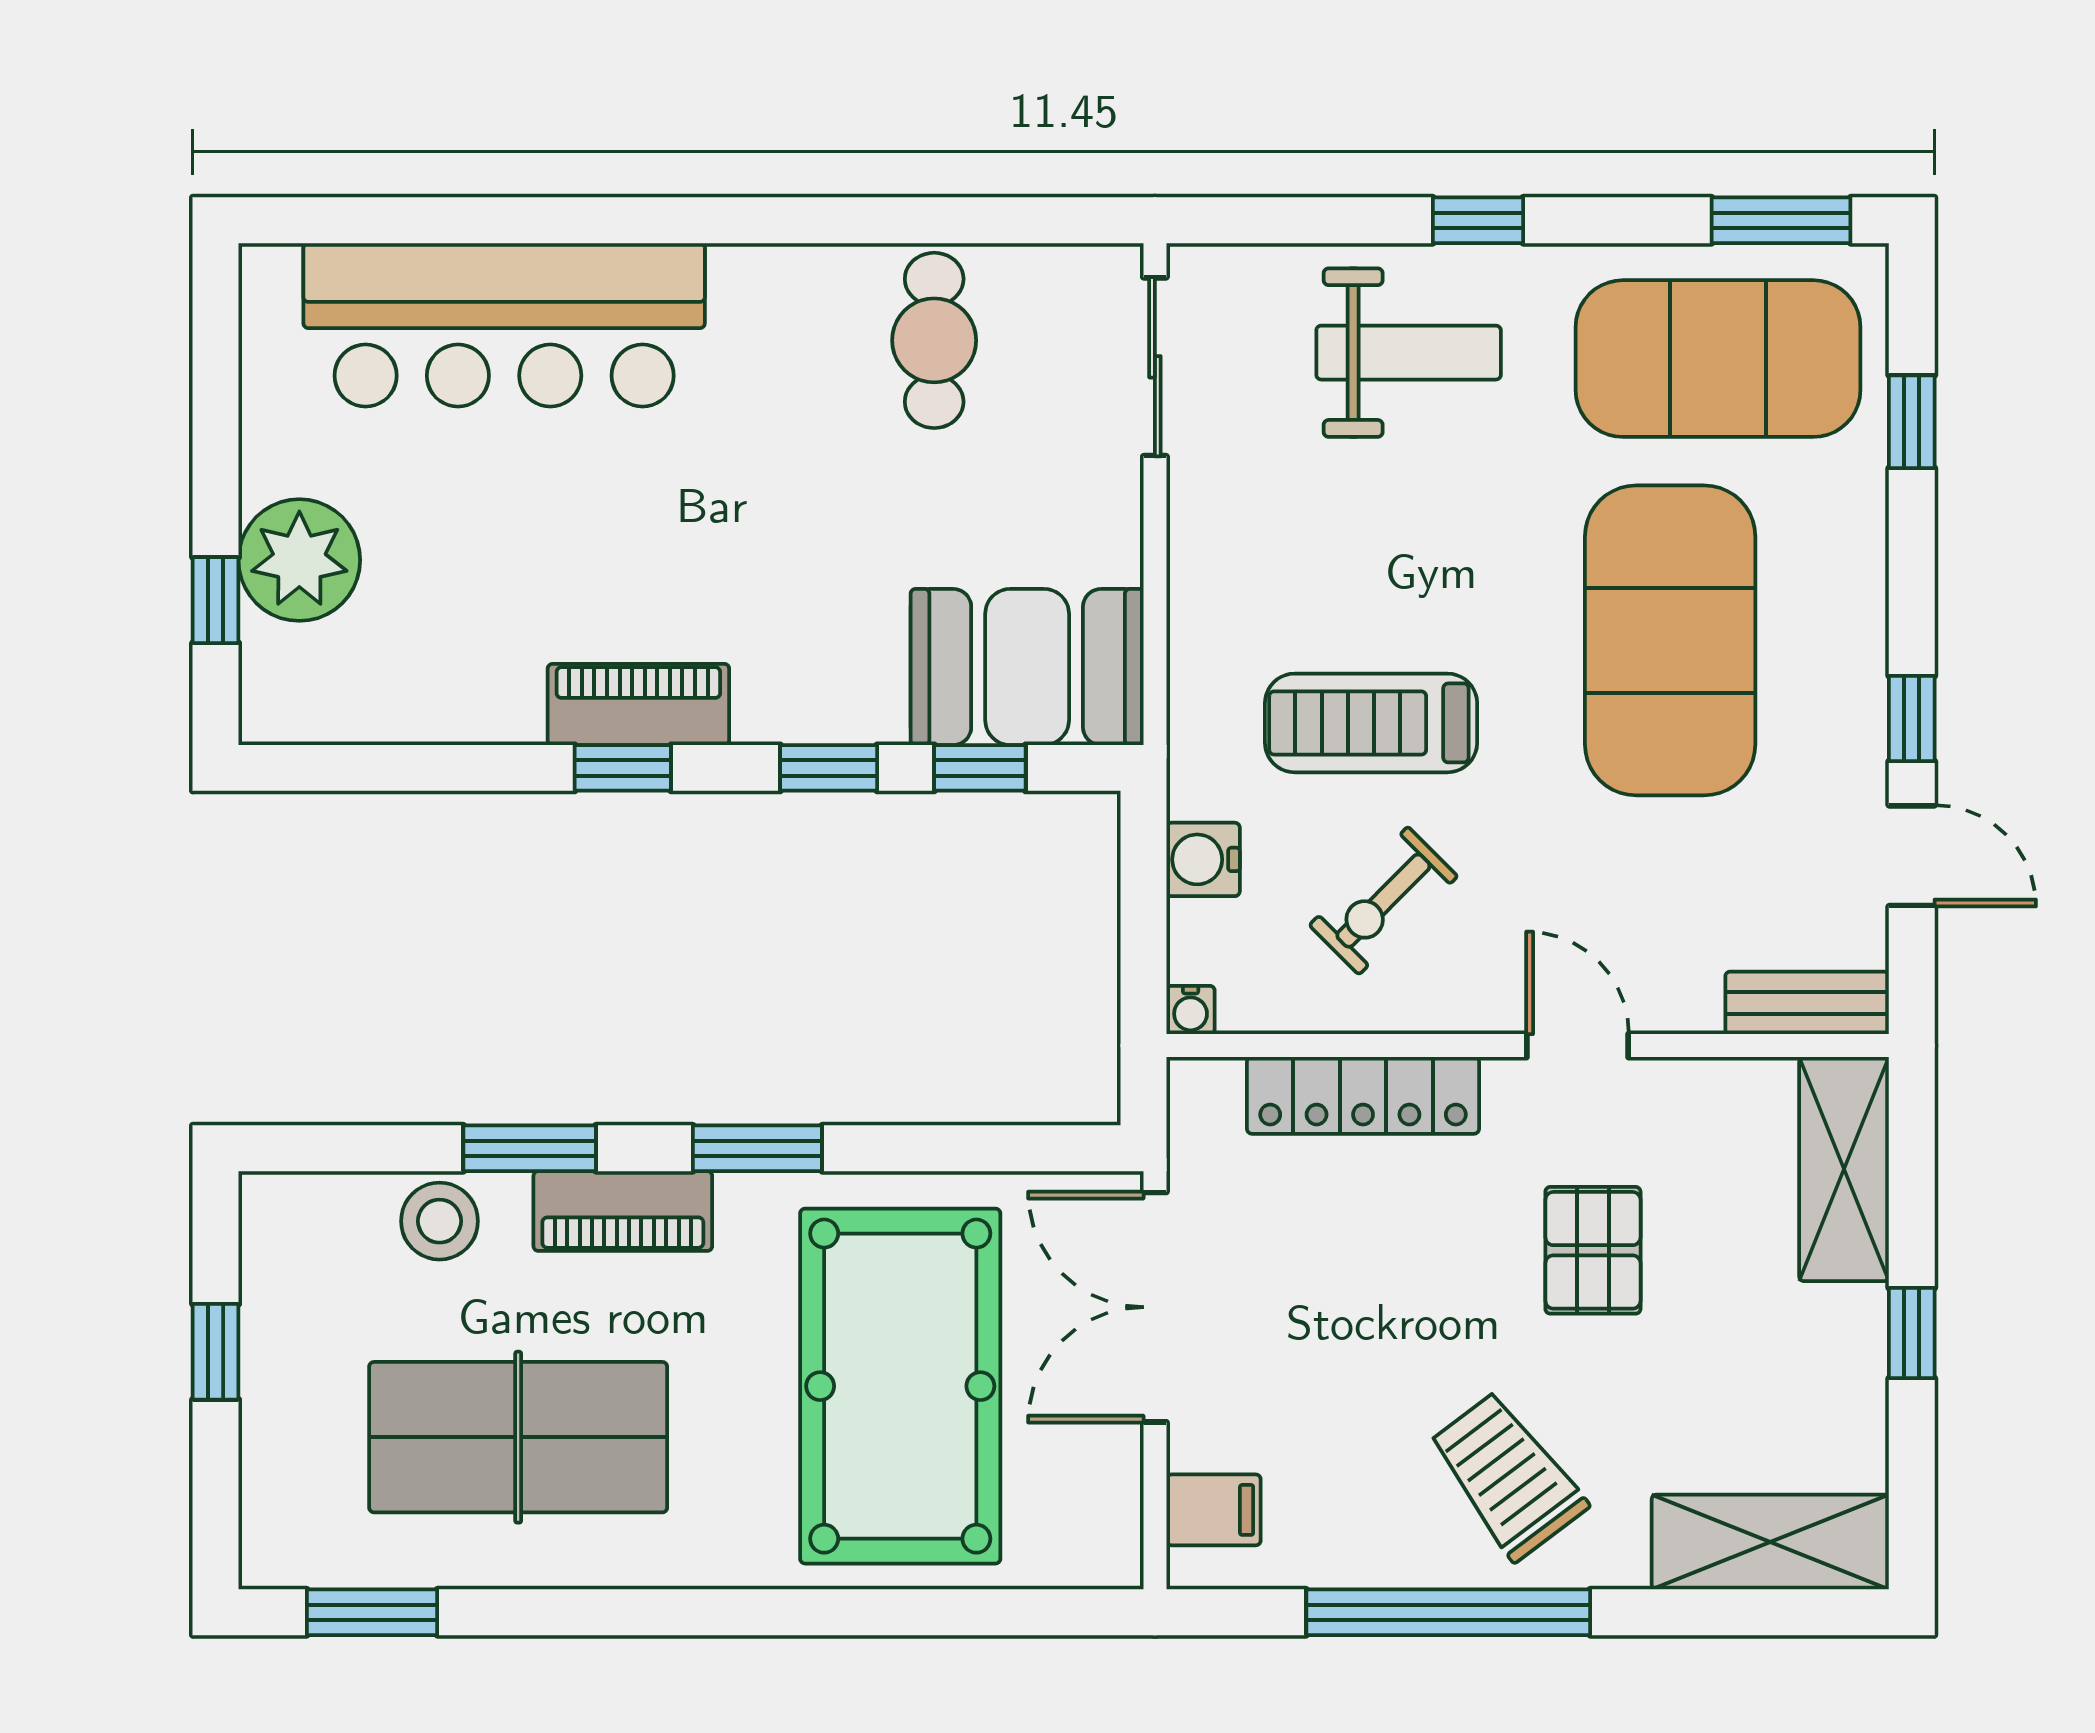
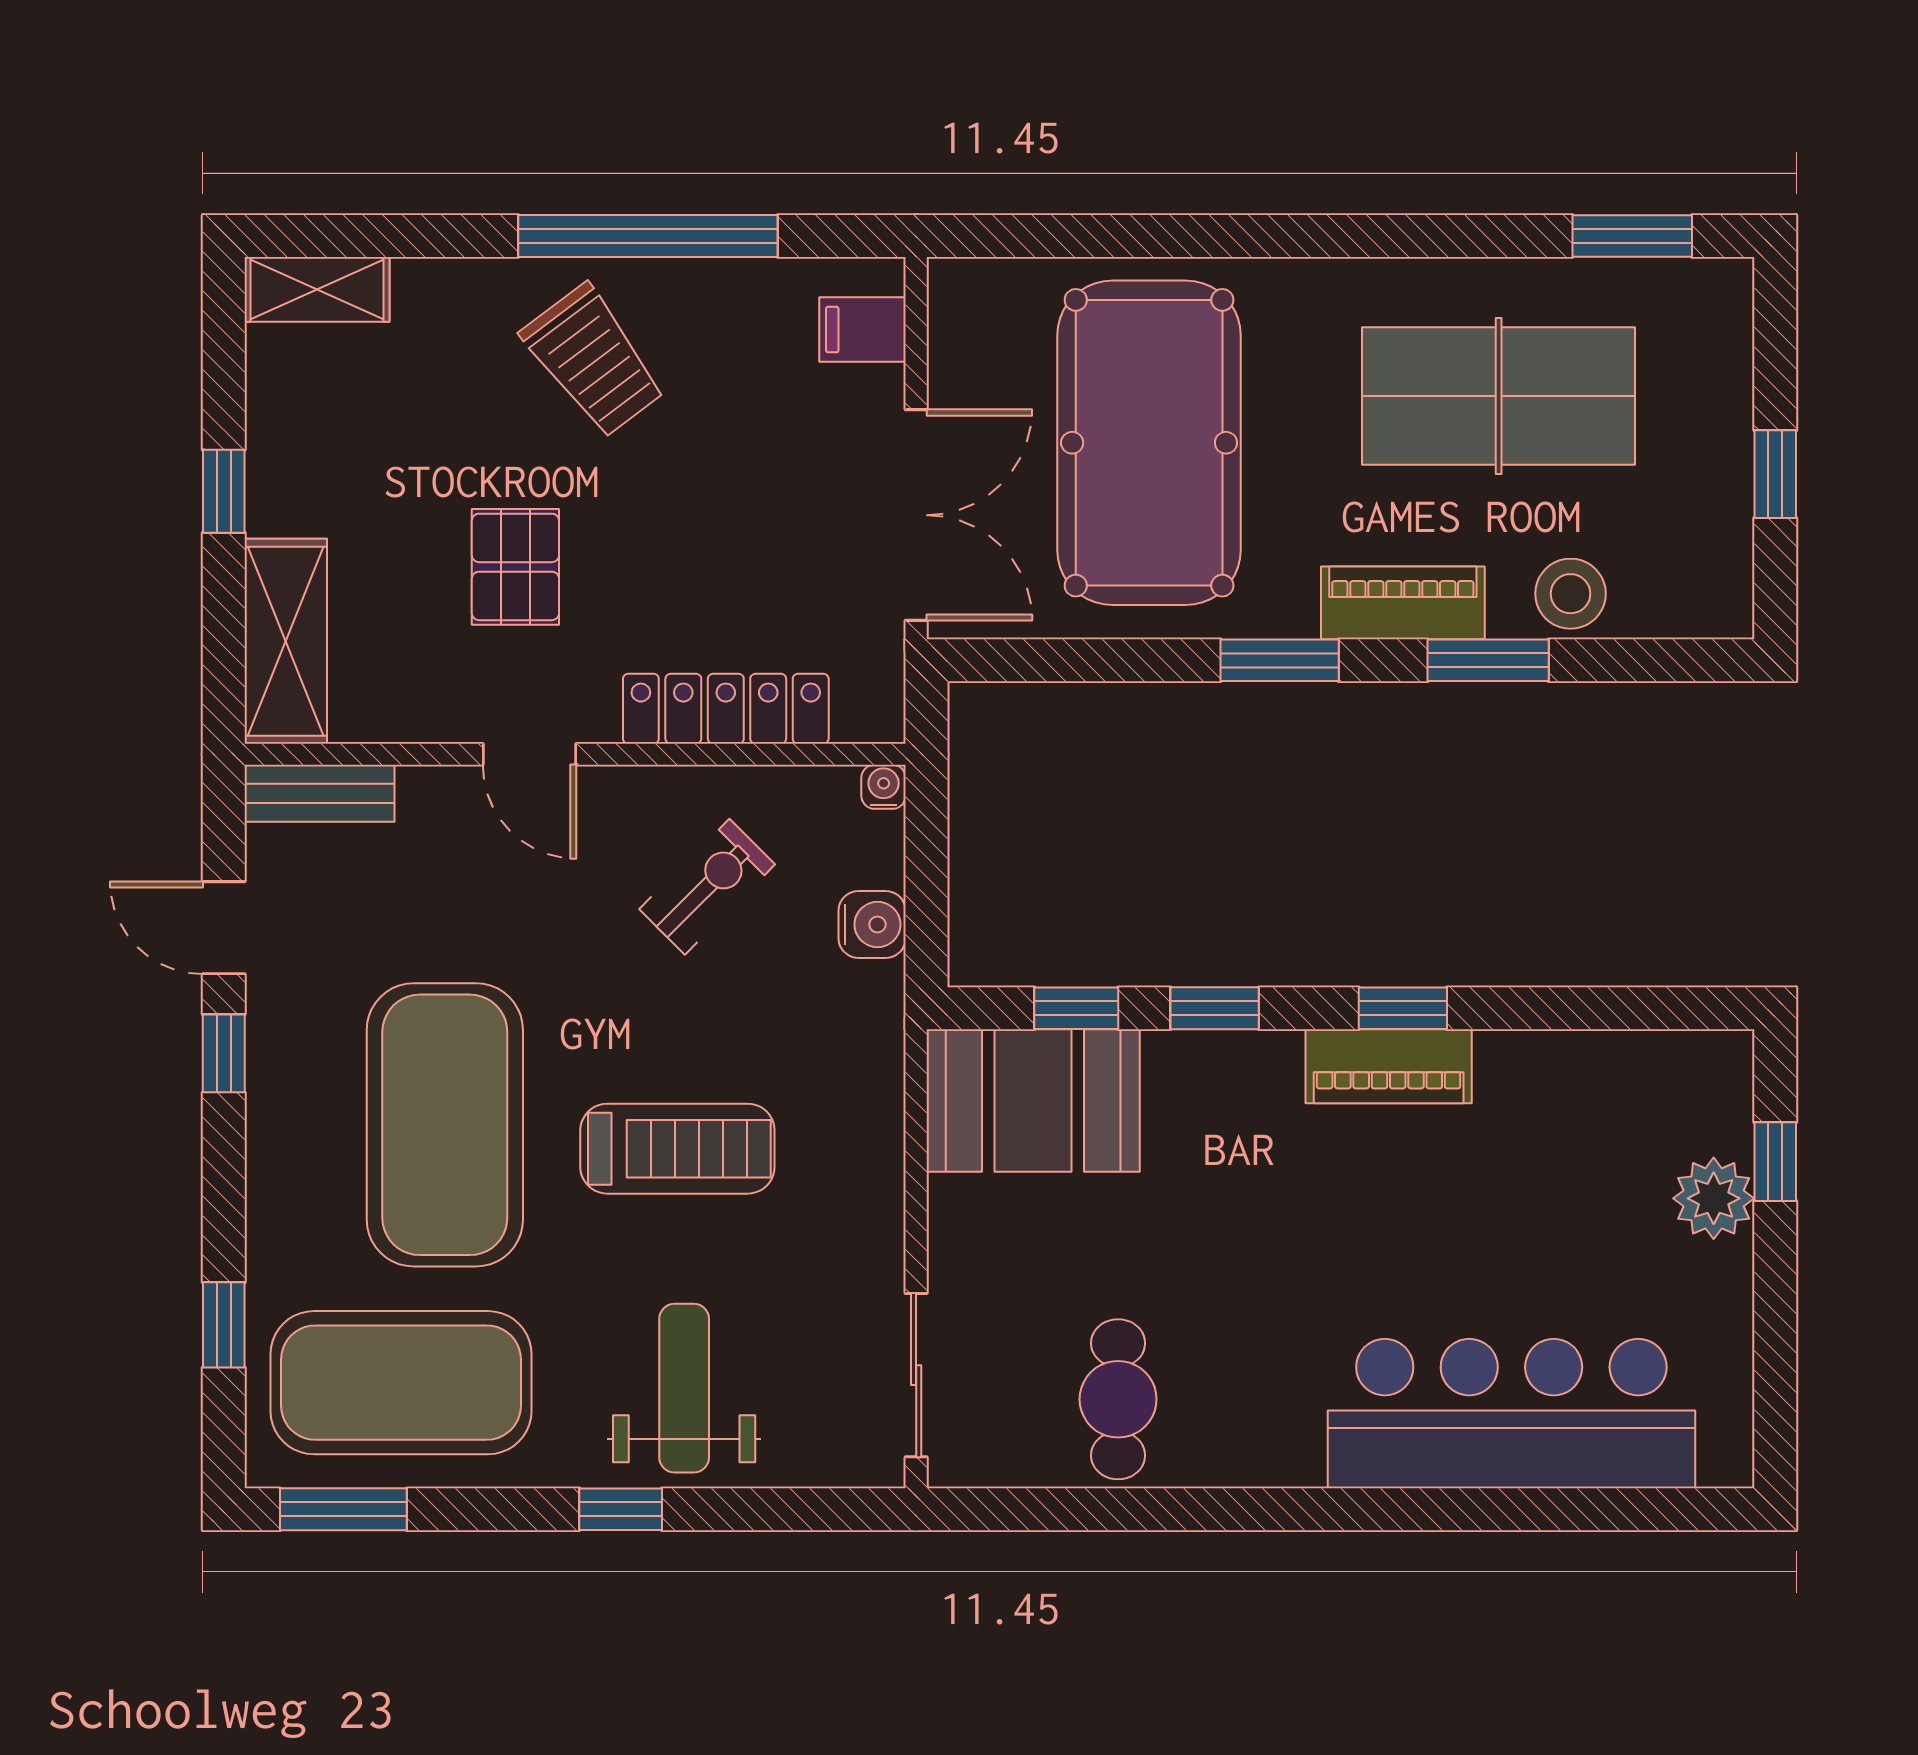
weight bench: (1409, 353) -> (684, 1388), turned 90
plant: (299, 560) -> (1714, 1198), width x0.73, depth x0.73
treadmill: (1371, 723) -> (677, 1149), moved
shelving: (1770, 1542) -> (317, 289), width x0.67, depth x0.75

